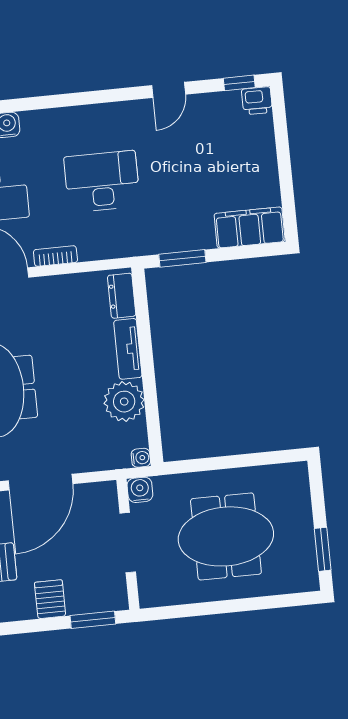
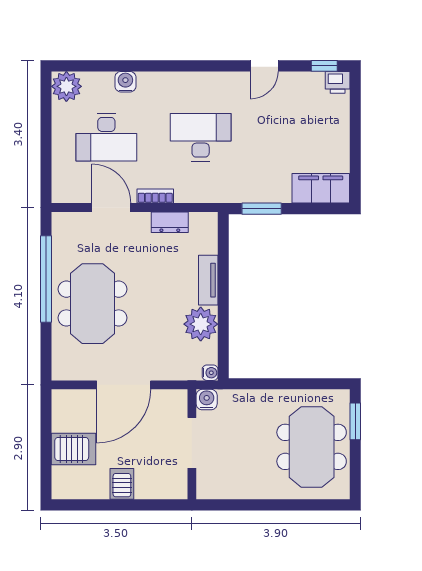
dresser: (122, 296) -> (170, 222), moved, turned -90
meeting table: (226, 536) -> (312, 447), moved, turned 90
window: (323, 549) -> (355, 421), moved
window: (93, 620) -> (156, 505), removed

